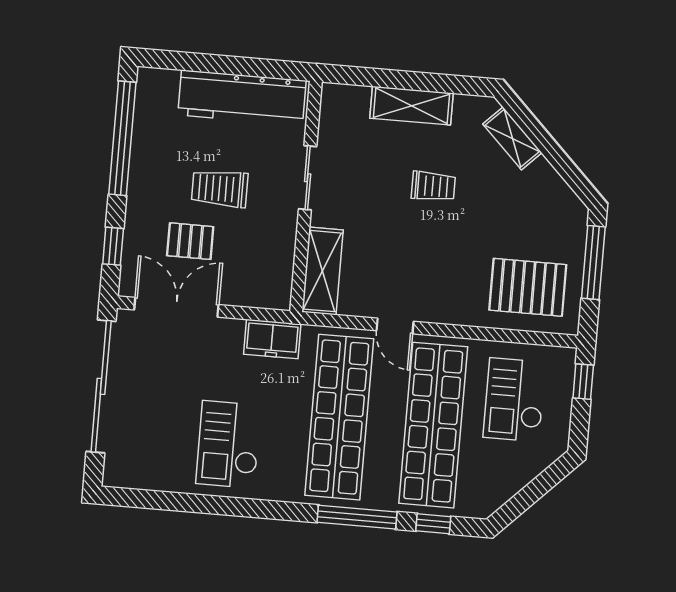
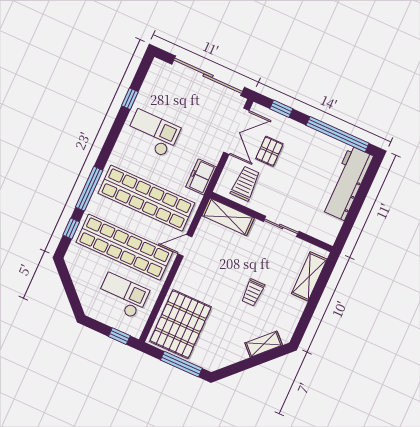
workbench: (242, 98) -> (347, 183), moved
shelving: (412, 106) -> (309, 276), moved
trolley: (220, 188) -> (245, 183), moved
pallet: (528, 287) -> (180, 324), width x1.37, depth x1.41
window: (185, 502) -> (130, 99), added

